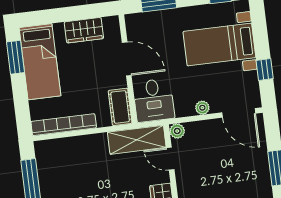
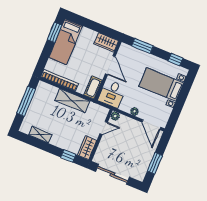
wardrobe: (84, 30) -> (106, 42), moved
window: (265, 70) -> (177, 110), removed
shelving: (137, 140) -> (72, 101), moved
door: (170, 159) -> (104, 128), swing flipped

